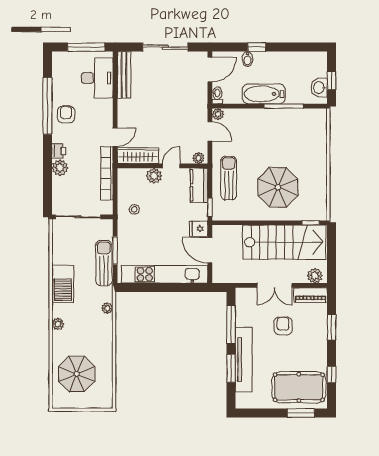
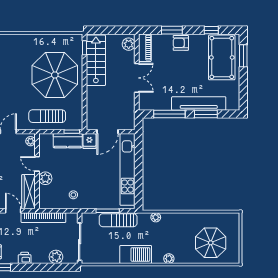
plant: (60, 168) -> (56, 257), moved
kitchen counter: (199, 185) -> (68, 141), moved
parasol: (278, 187) -> (55, 75), width x1.36, depth x1.36
stairs: (284, 242) -> (96, 60), width x0.73, depth x0.66
armchair: (283, 326) -> (181, 43), moved

